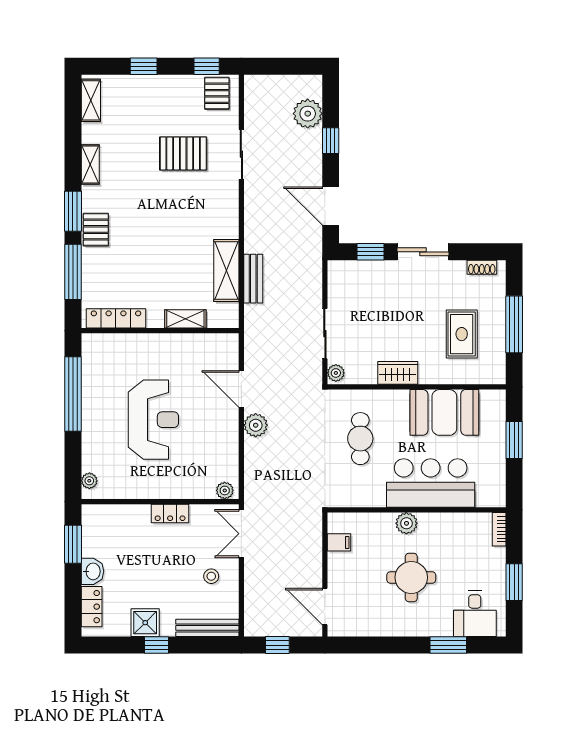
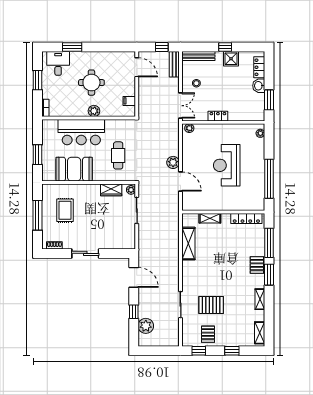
pallet: (217, 93) -> (208, 334), moved
window: (371, 252) -> (113, 253), removed
bench: (253, 279) -> (174, 64), moved
wardrobe: (398, 373) -> (111, 190), moved

